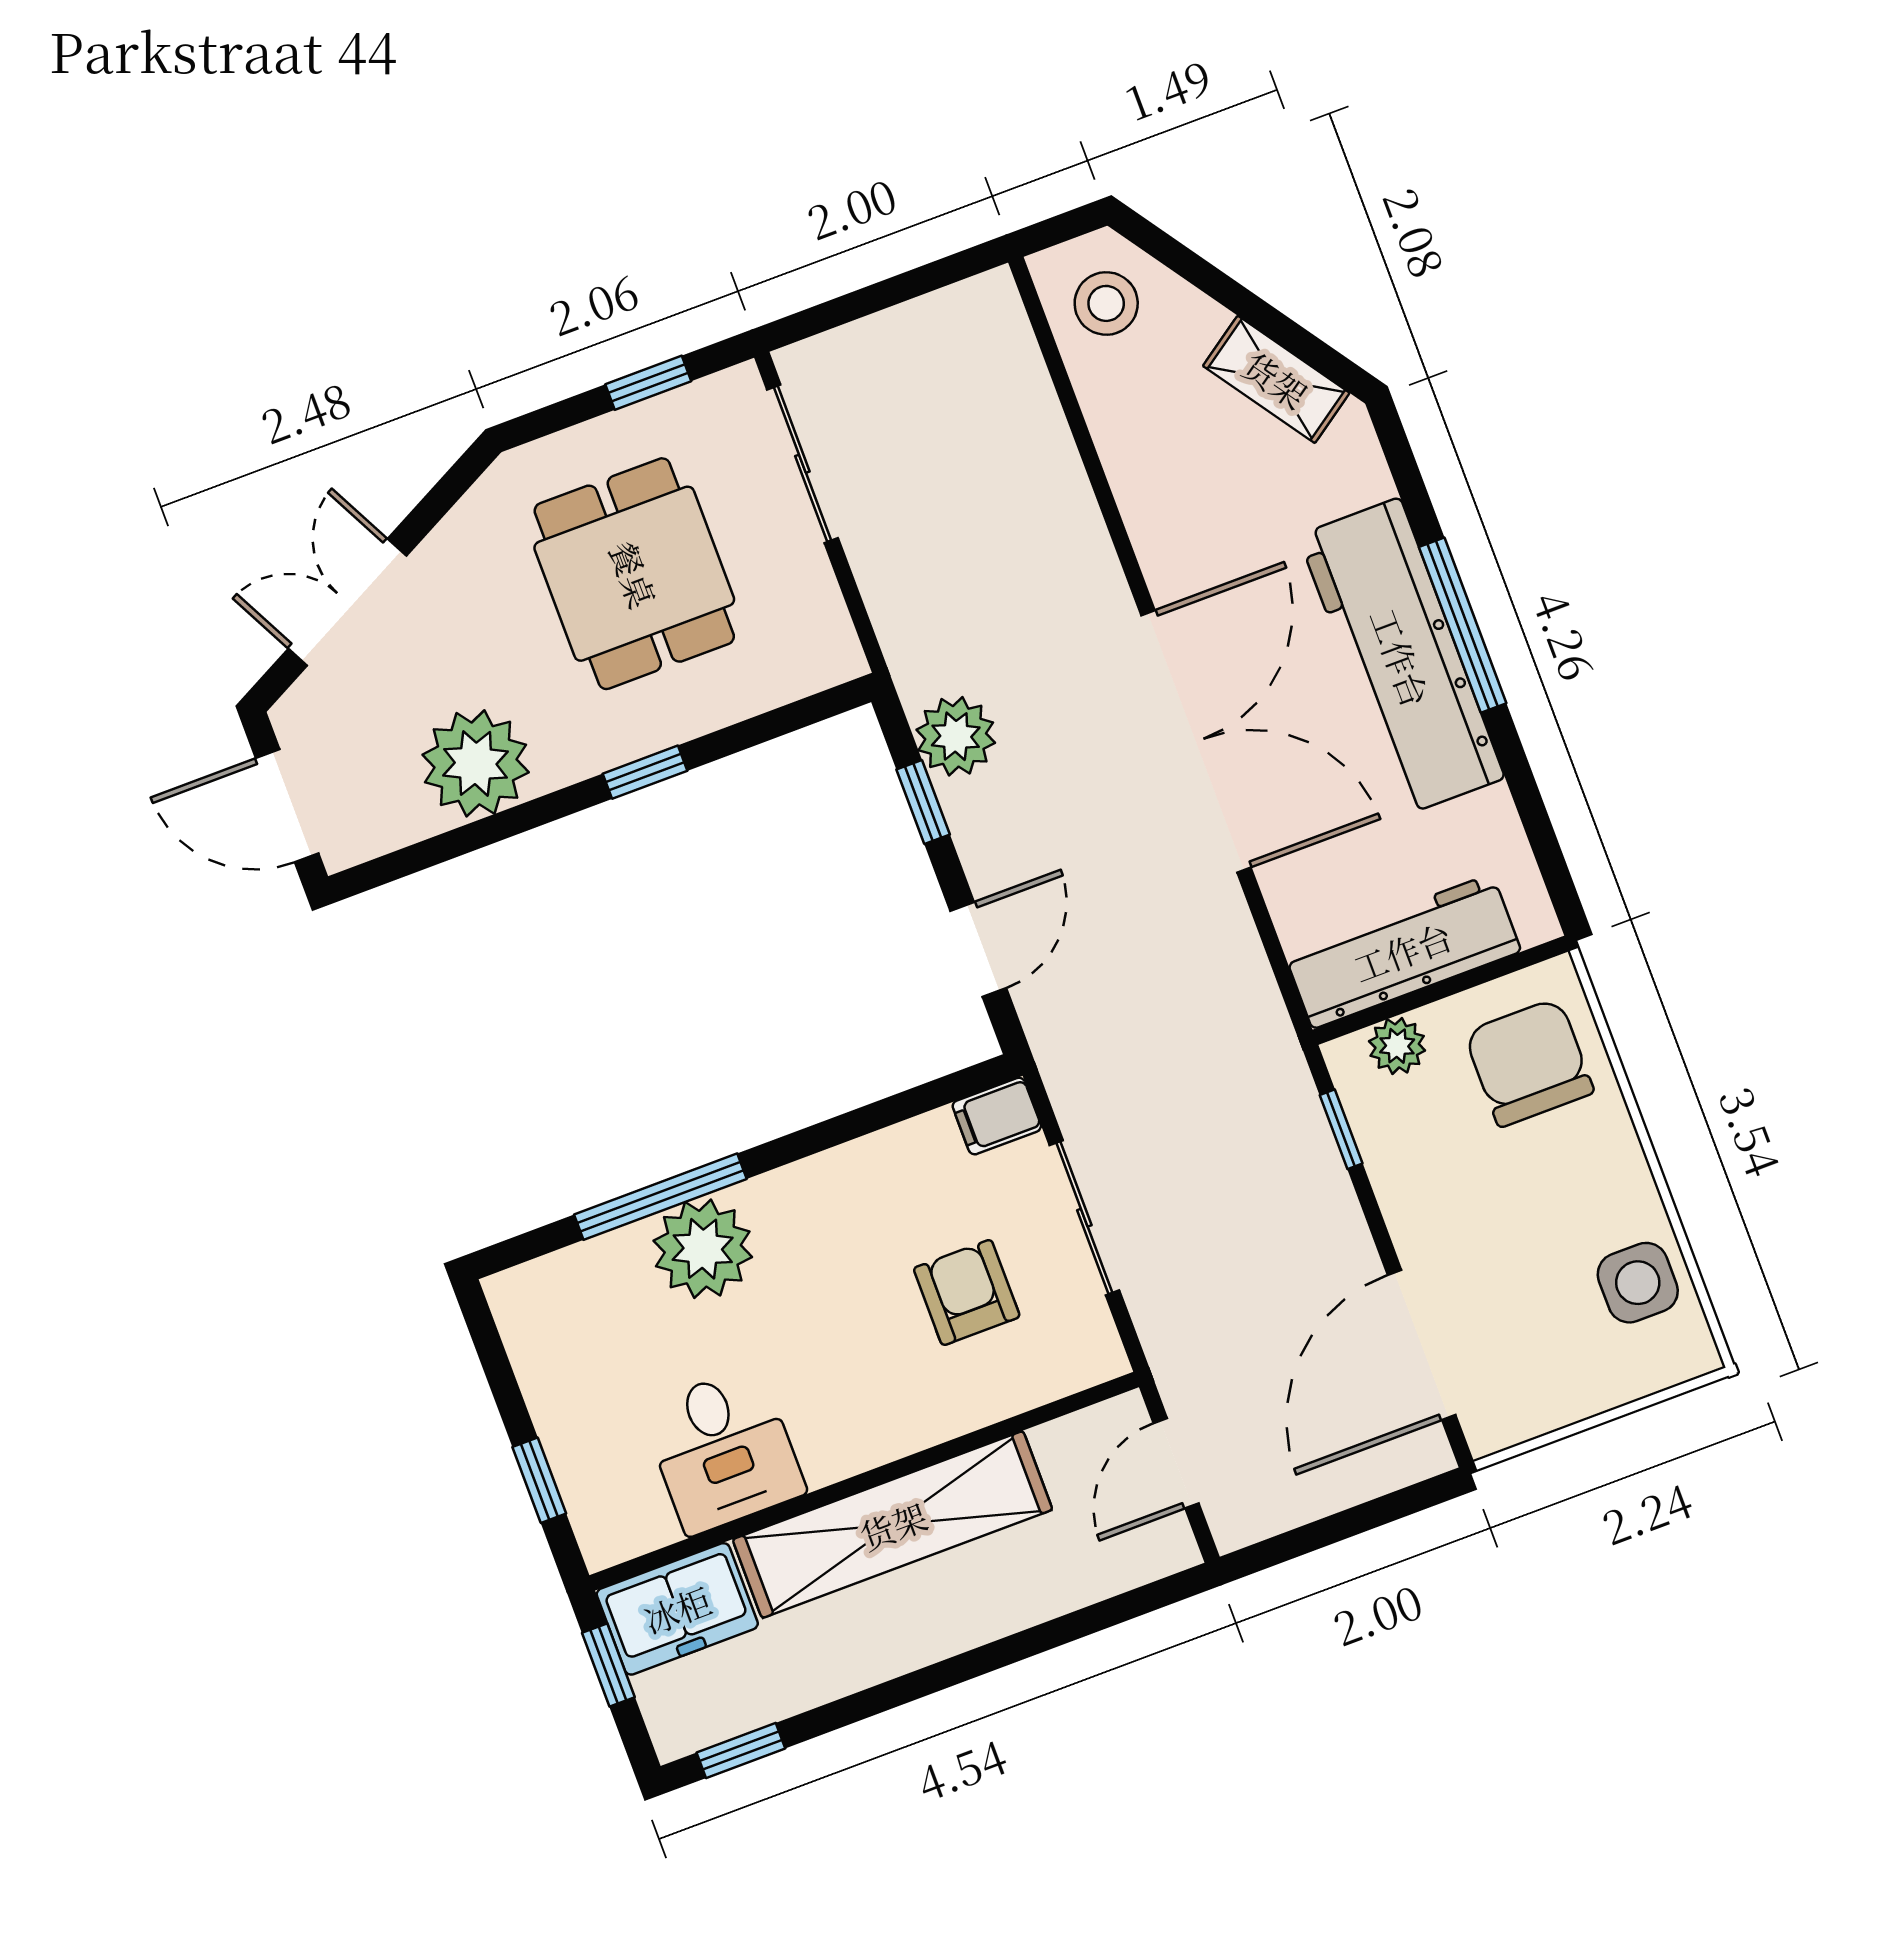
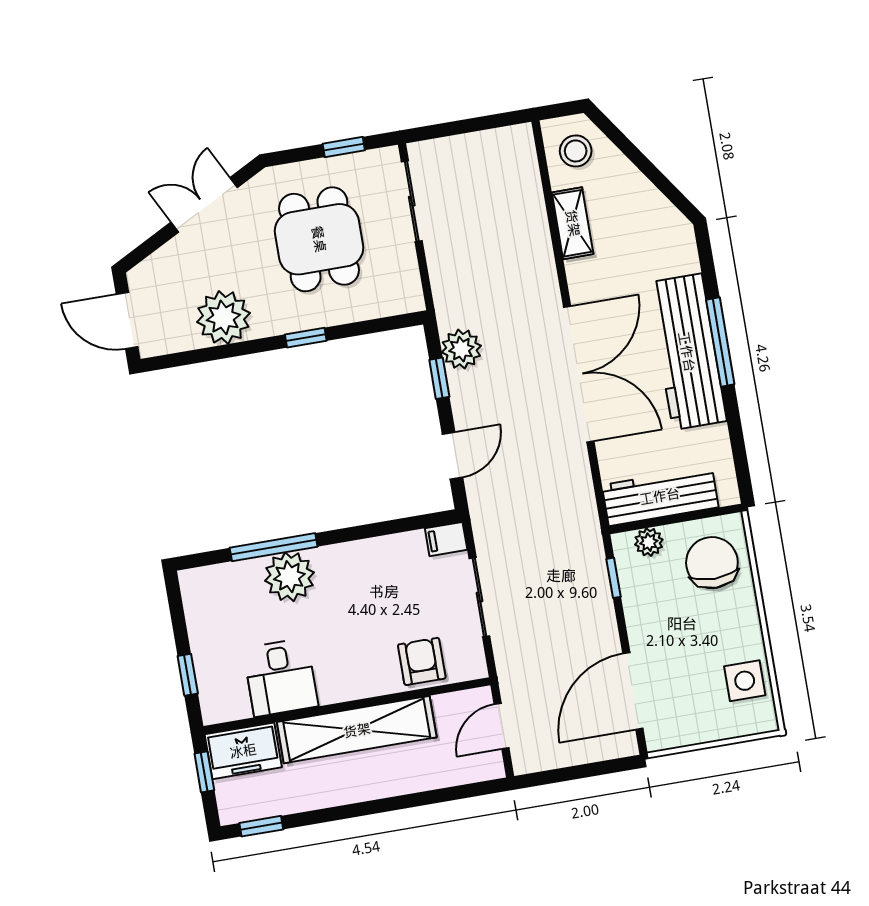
shelving: (1276, 379) -> (573, 223), moved, turned 35
double door: (347, 602) -> (204, 205), moved
armchair: (967, 1292) -> (422, 661), moved

